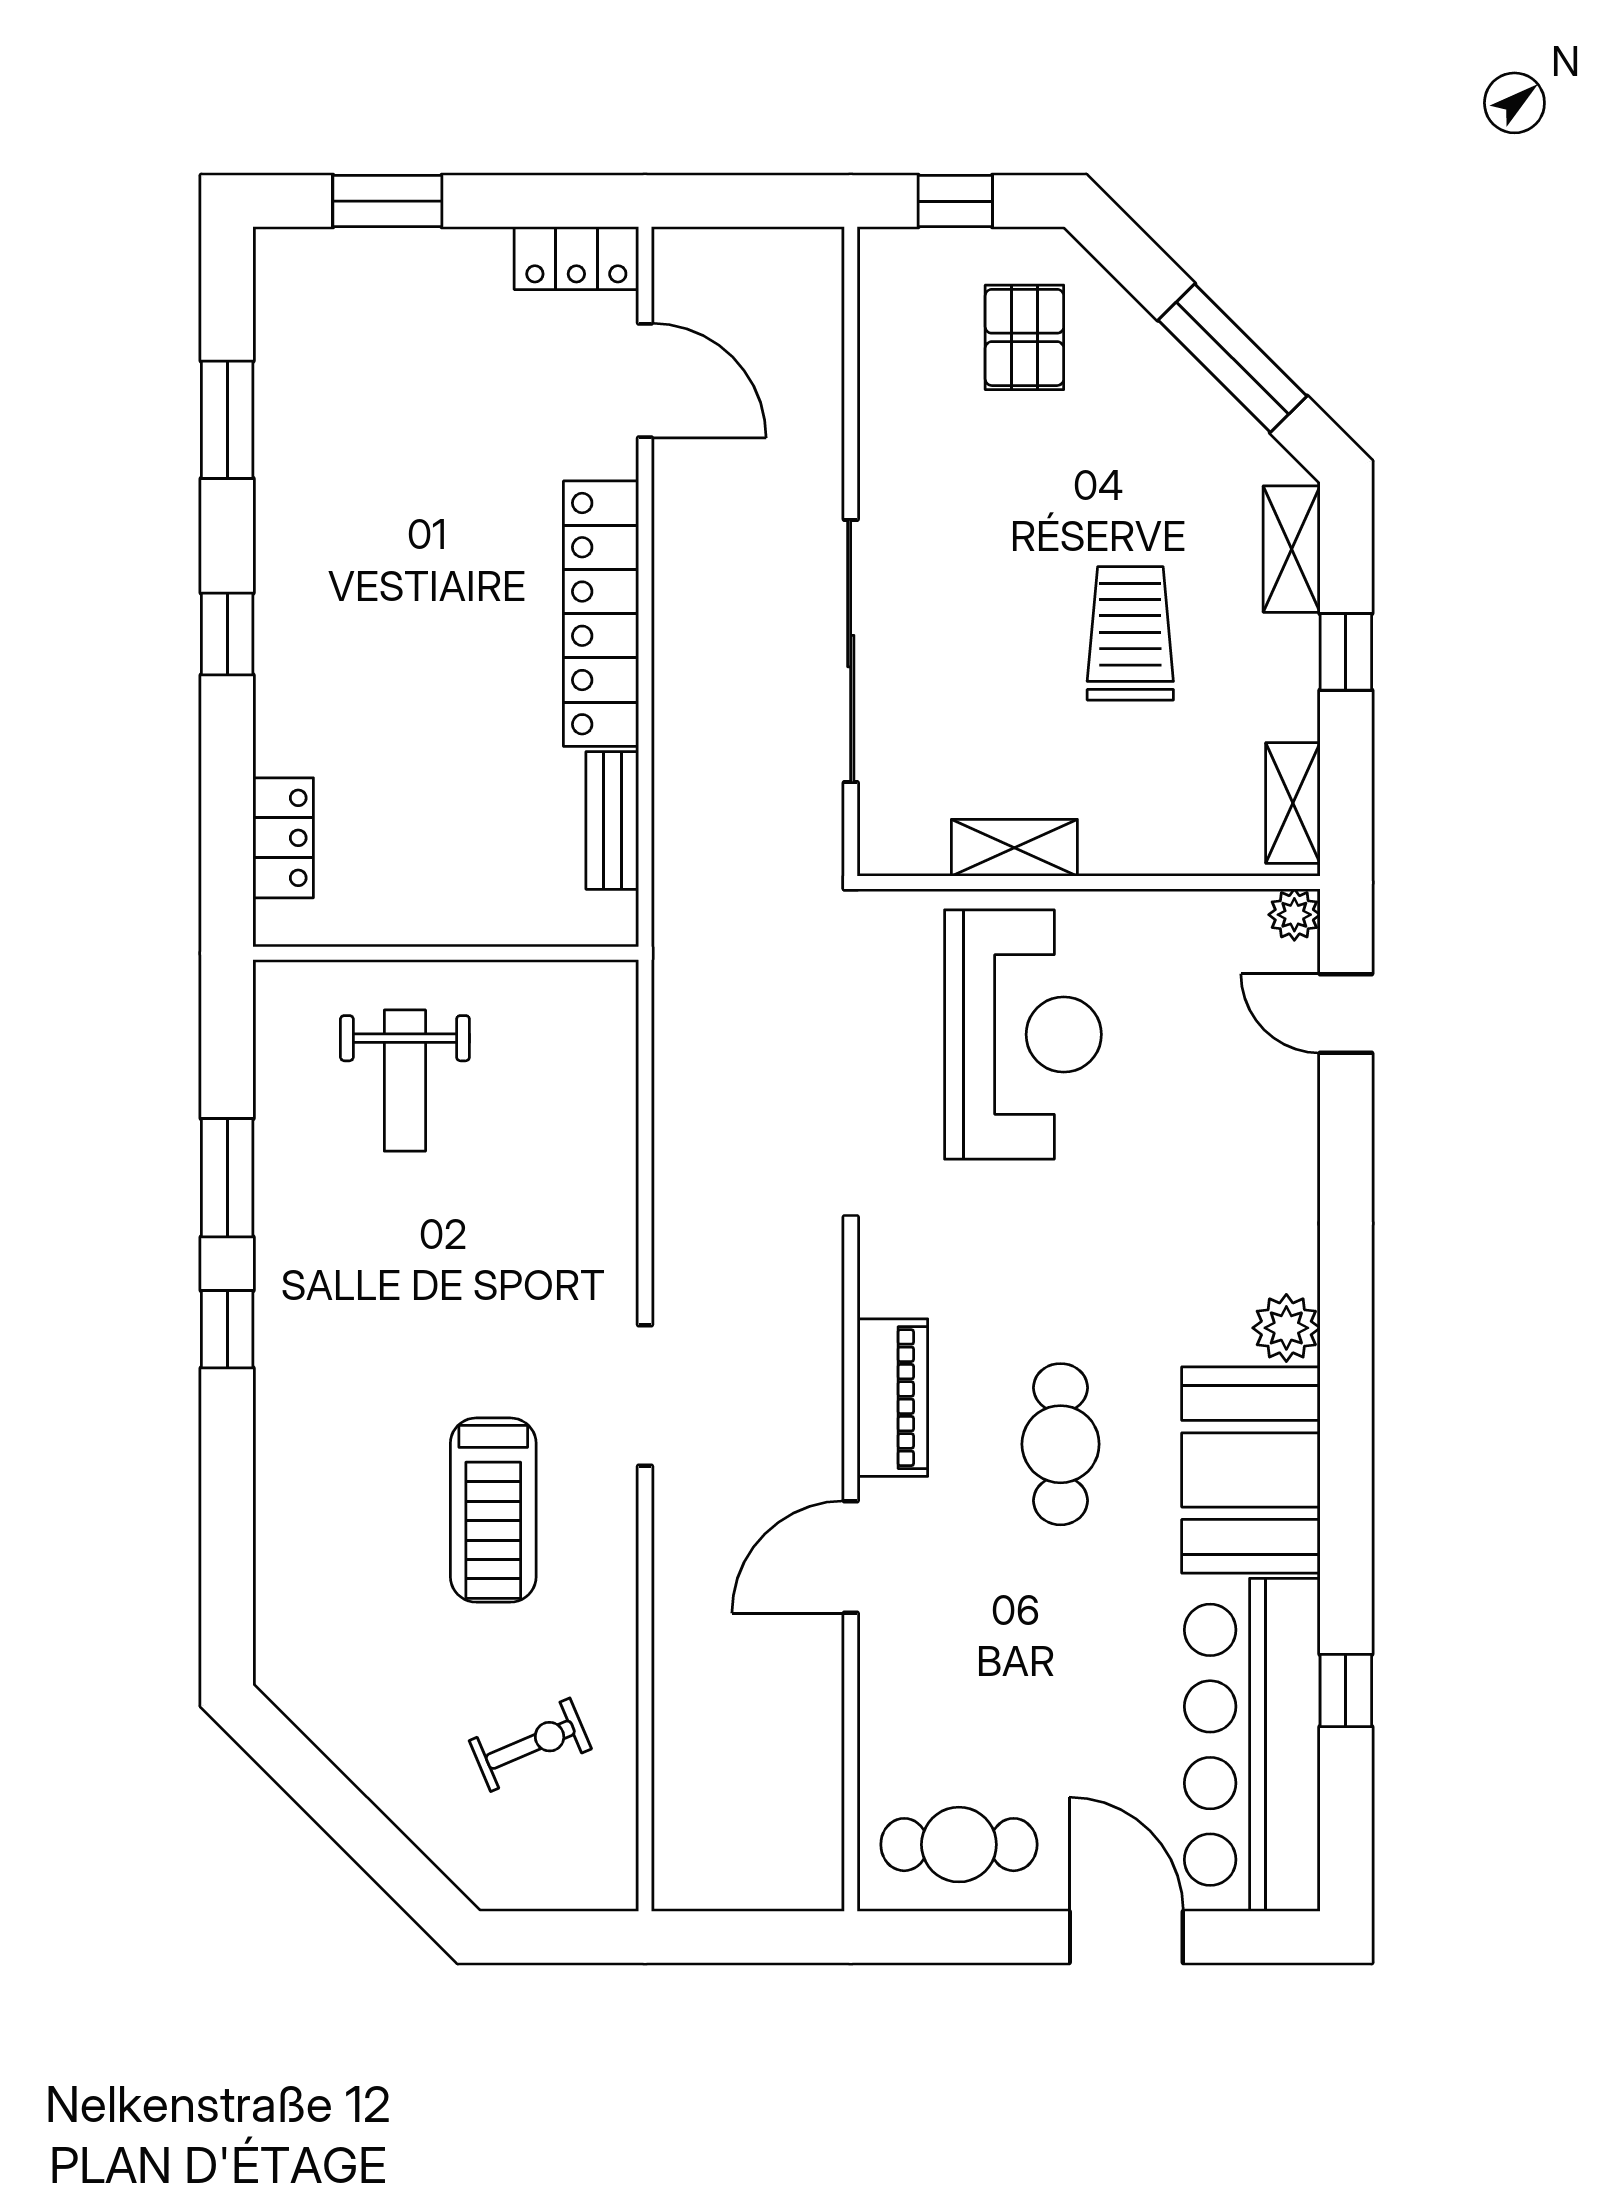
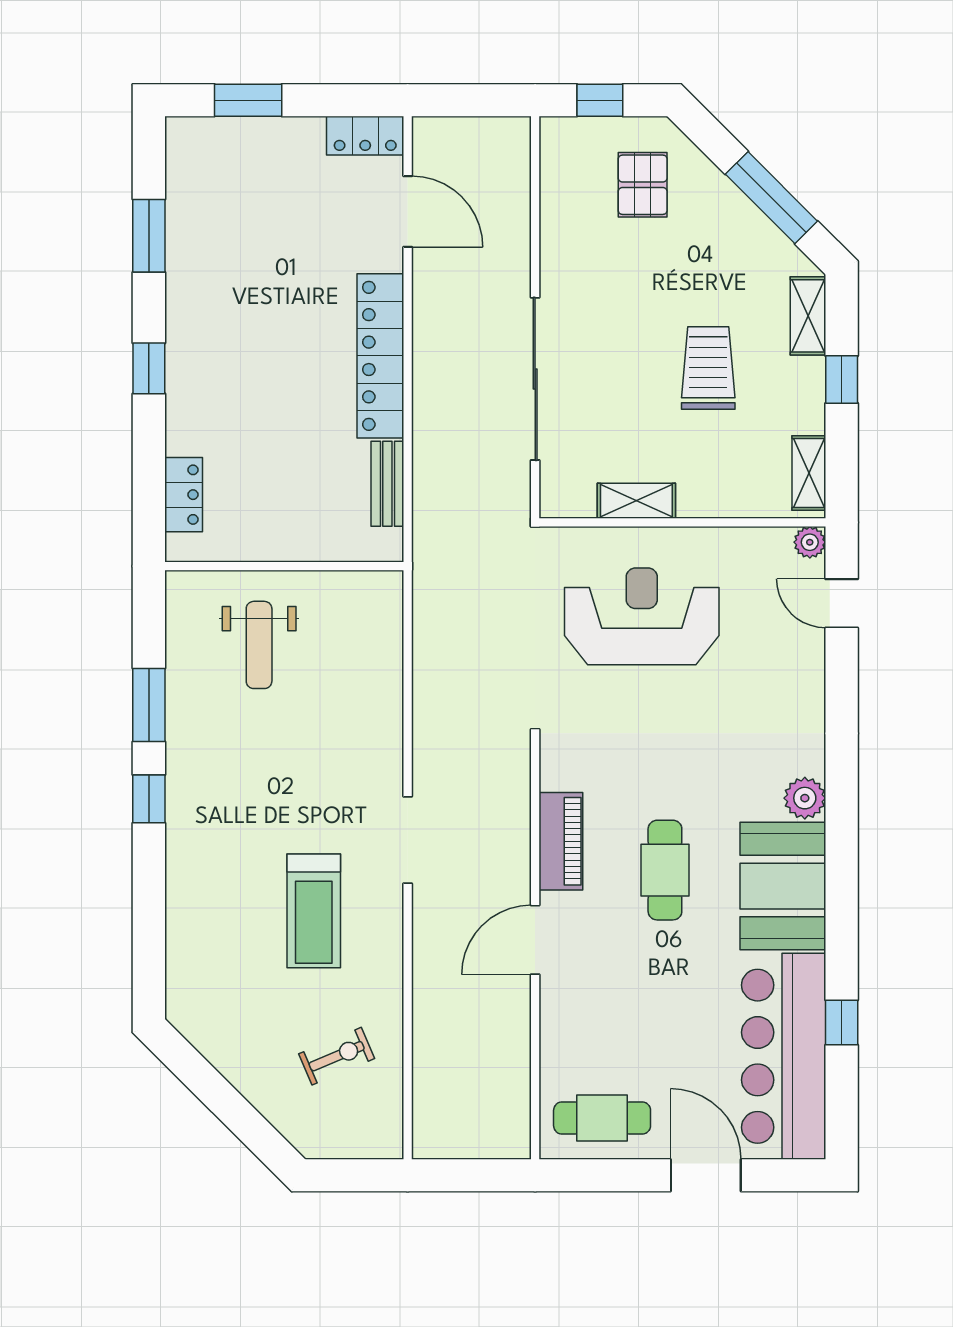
reception desk: (1023, 1034) -> (642, 616), turned -90

